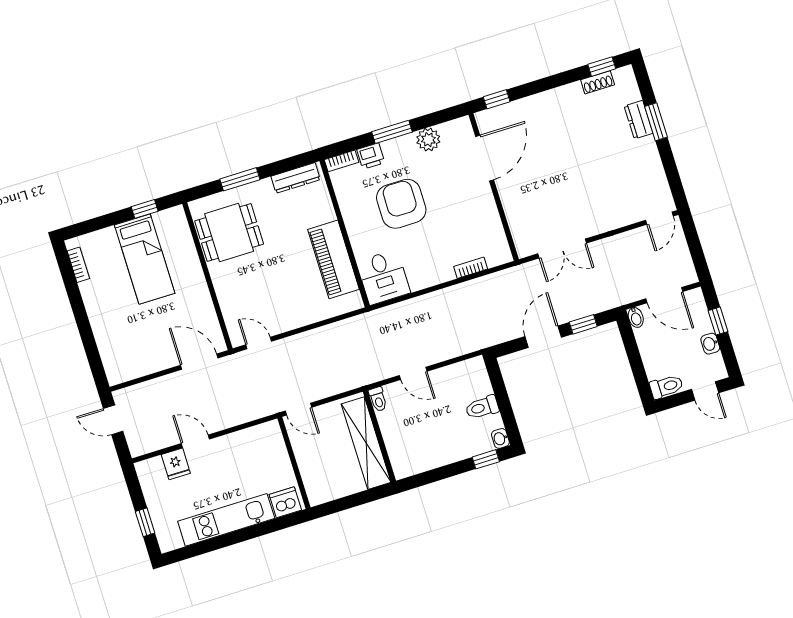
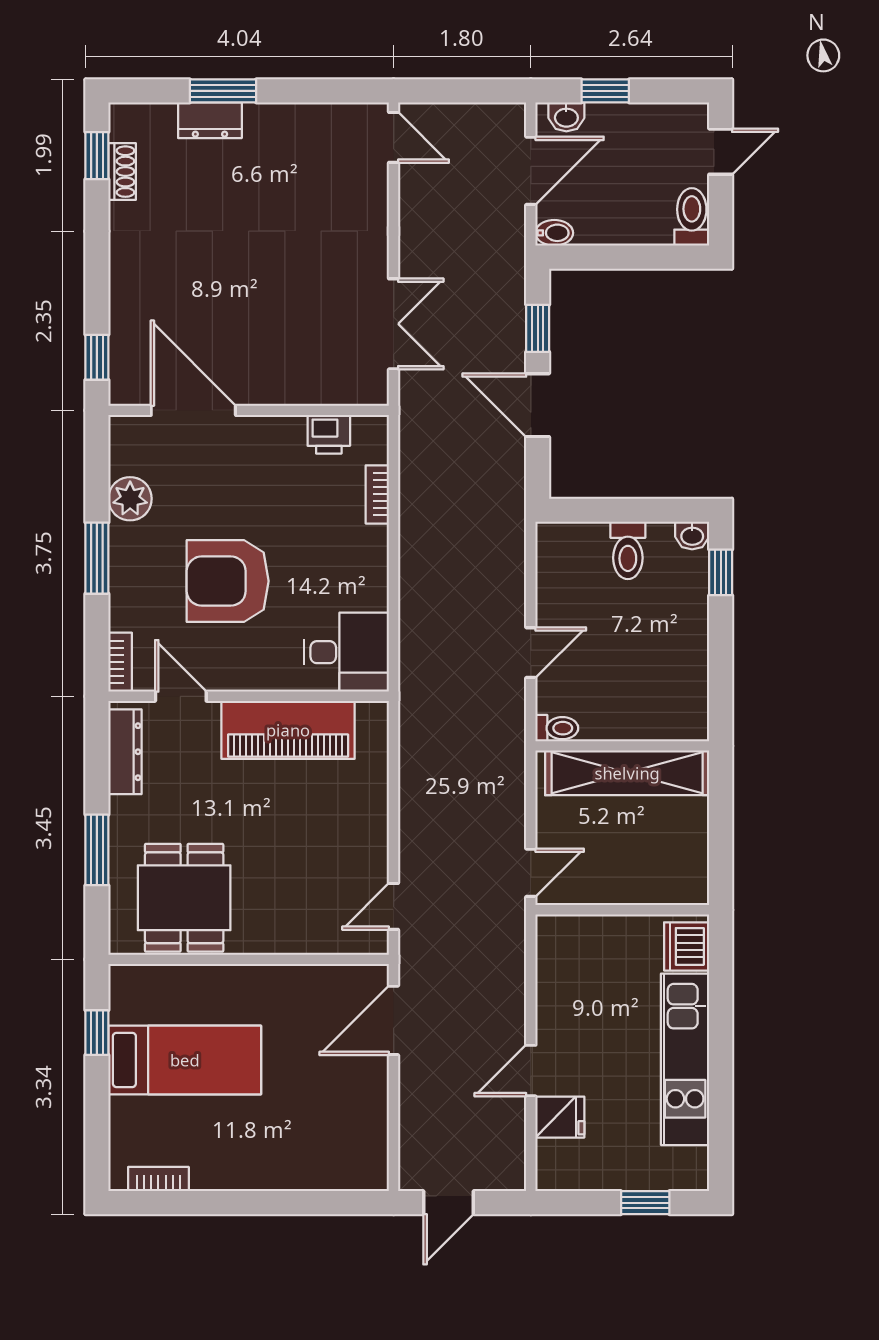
printer: (371, 156) -> (329, 434), moved, turned 90
door: (334, 198) -> (181, 696), added
washbasin: (710, 344) -> (566, 117), moved

